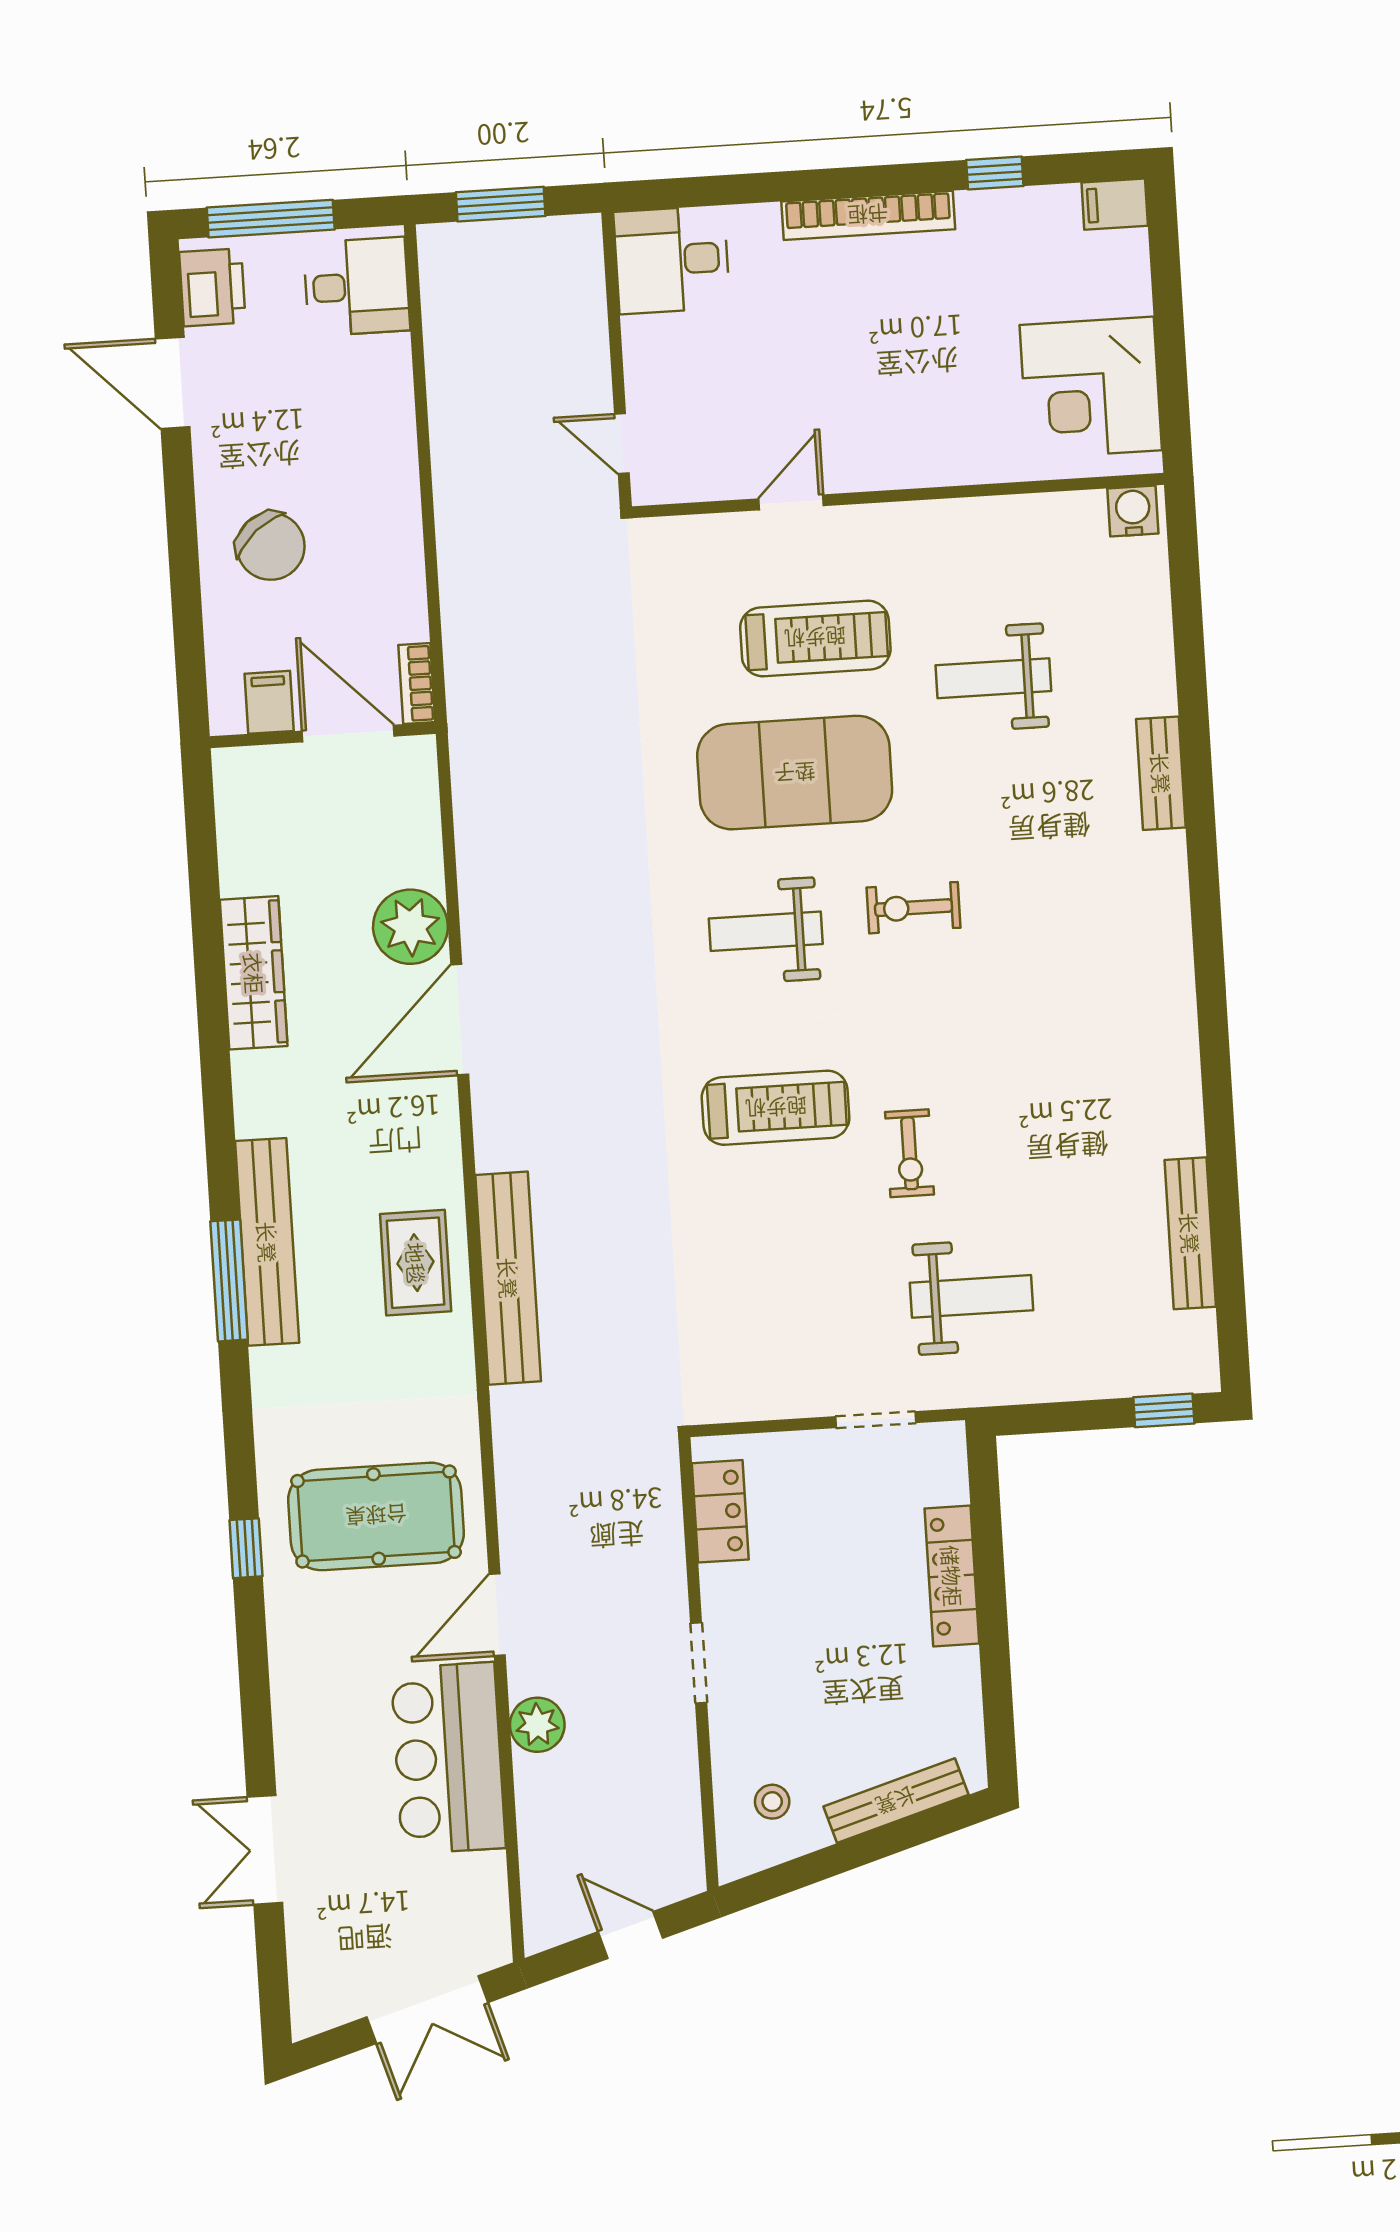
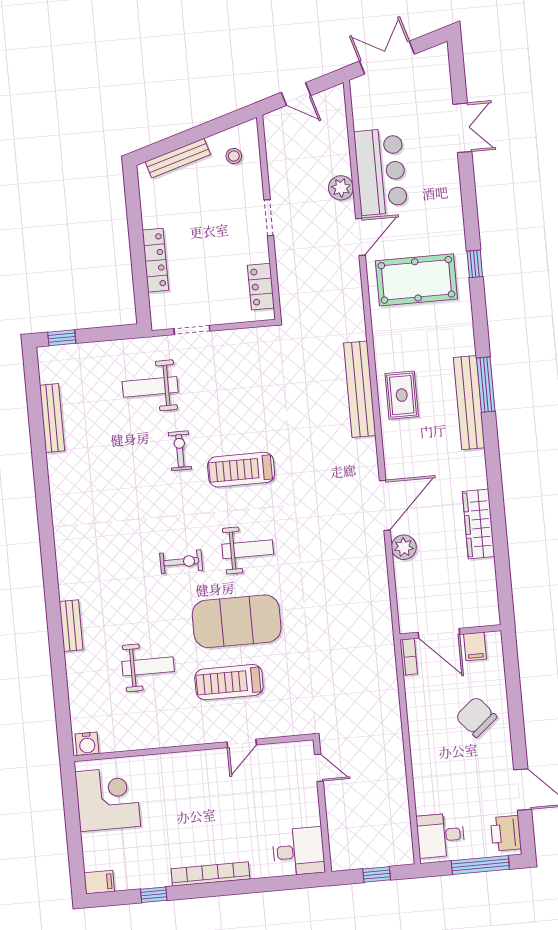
window: (501, 204) -> (377, 874), width x0.67
plant: (410, 927) -> (404, 547), width x0.73, depth x0.73

